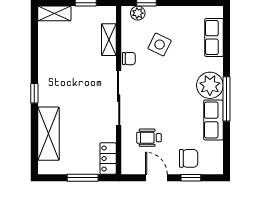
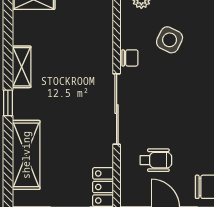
shelving: (109, 40) -> (22, 67), moved
wheelchair: (149, 138) -> (156, 160), turned 180

